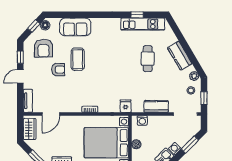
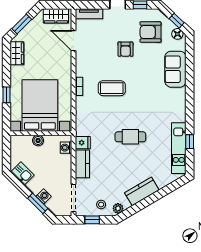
coffee table: (78, 59) -> (112, 88), moved
cafe table: (148, 59) -> (130, 137), moved
fridge: (126, 106) -> (83, 143), moved
washing machine: (175, 149) -> (44, 196), moved

